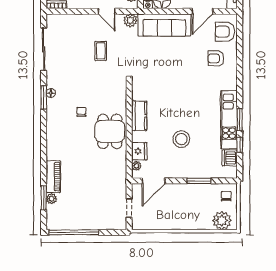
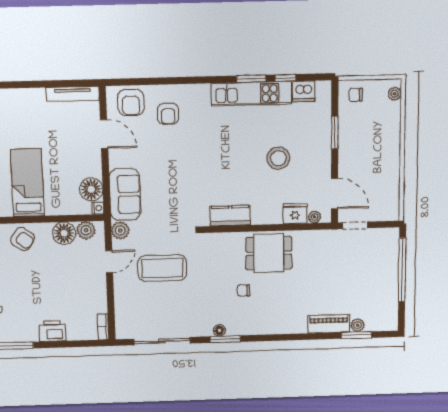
sofa: (164, 25) -> (125, 194), width x0.73
coffee table: (101, 51) -> (162, 268), width x1.86, depth x1.72
kitchen counter: (139, 116) -> (230, 216), moved
doorway: (129, 208) -> (355, 225), moved
plant: (222, 221) -> (395, 94), width x0.53, depth x0.53
window: (74, 232) -> (402, 270), moved

